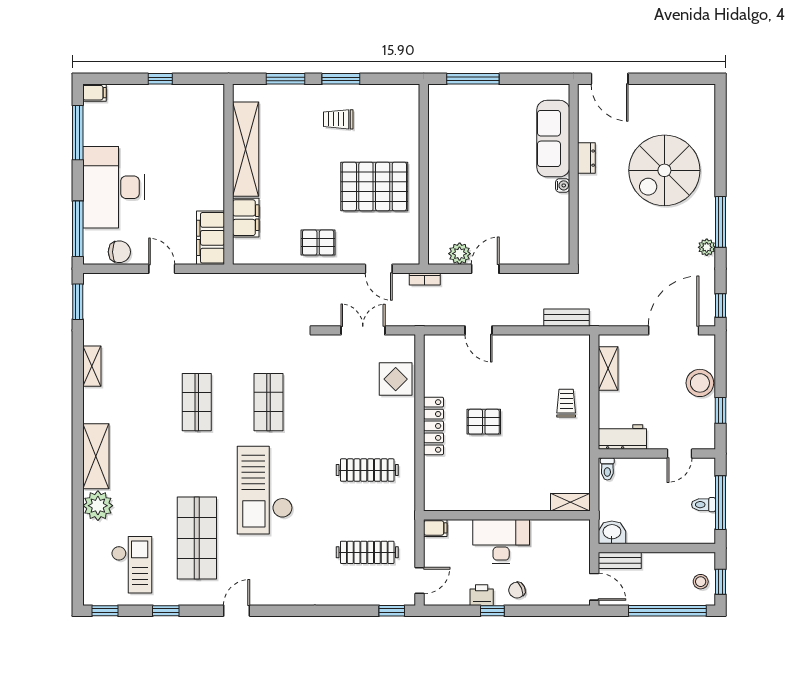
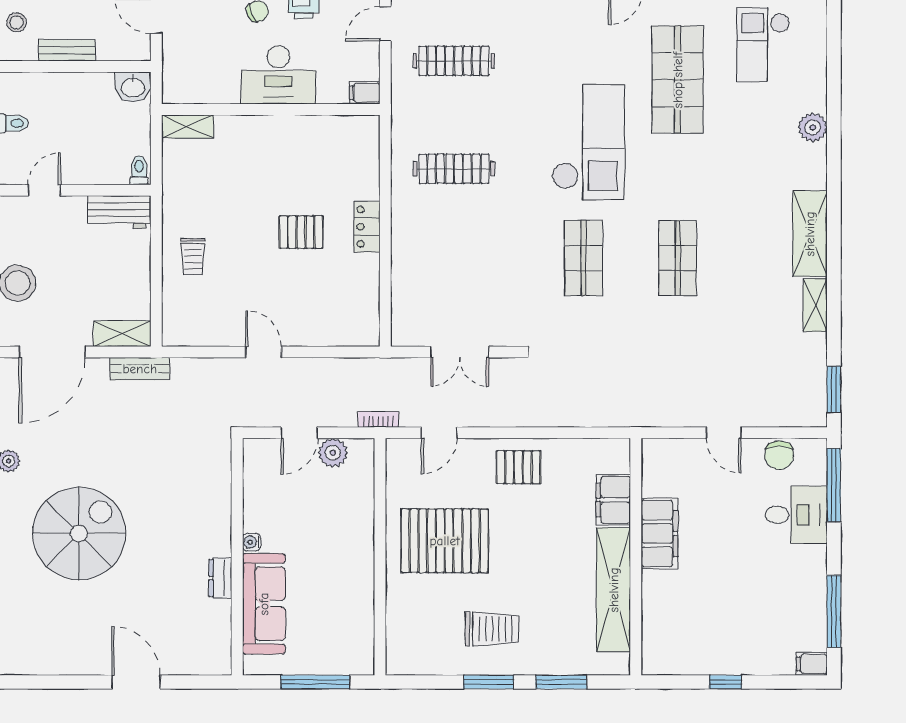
trolley: (338, 119) -> (492, 629), width x1.36, depth x1.39
sofa: (553, 139) -> (264, 604), moved
dresser: (586, 158) -> (220, 578), moved
spiral stairs: (664, 170) -> (79, 533), moved
wall: (574, 174) -> (237, 557), moved
water cooler: (563, 185) -> (252, 542), moved
desk: (113, 187) -> (796, 515), width x0.53, depth x0.77
filing cabinet: (211, 238) -> (660, 533), moved
chair: (119, 252) -> (779, 455), turned -90
door: (379, 269) -> (439, 433), swing flipped
bench: (566, 318) -> (140, 369), moved
door: (479, 330) -> (263, 352), moved
shelving: (608, 368) -> (122, 334), moved, turned 90
display table: (396, 379) -> (417, 288), removed
locker: (434, 426) -> (367, 227), width x0.66
shelving: (96, 456) -> (810, 234), moved
plant: (98, 506) -> (813, 127), width x0.73, depth x0.73
bench: (620, 560) -> (67, 50), moved

